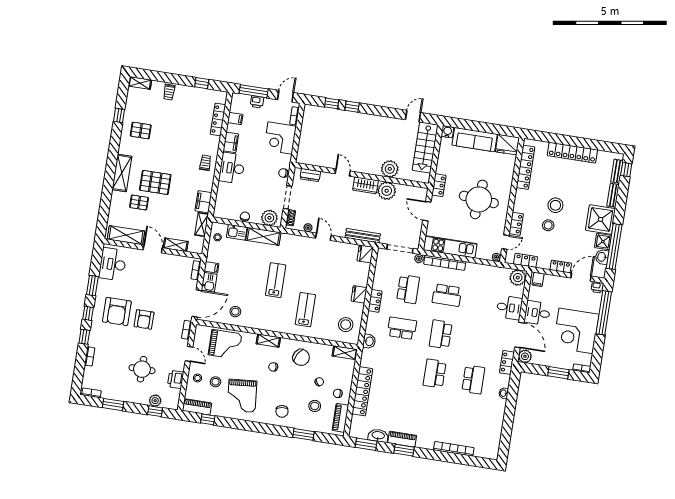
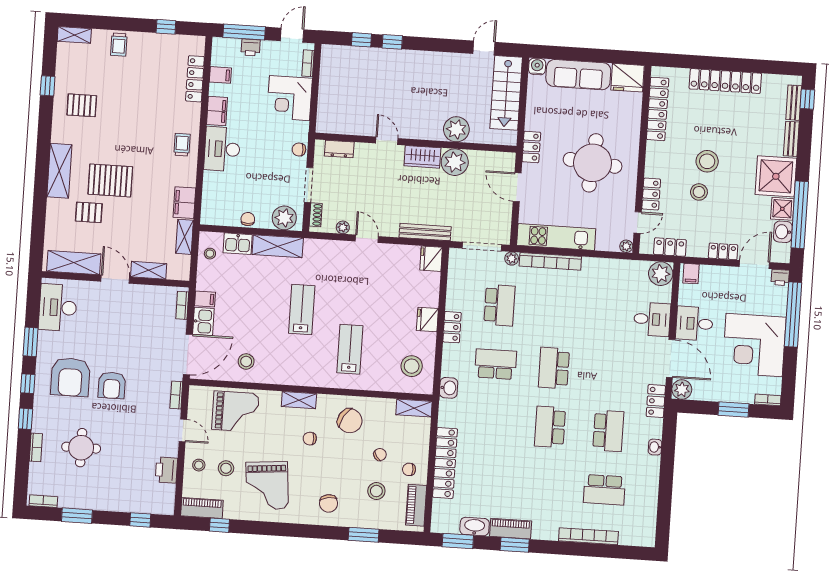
school desk: (447, 295) -> (604, 490), moved
round table: (142, 369) -> (81, 448), moved
plant: (155, 401) -> (139, 504), removed

